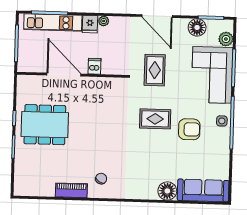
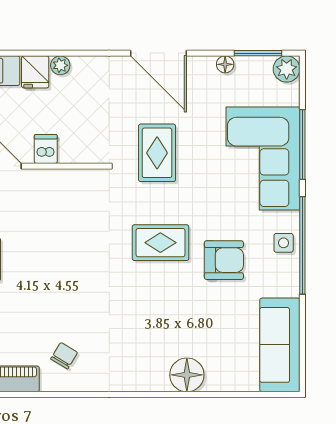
floor lamp: (197, 27) -> (225, 64), width x0.53, depth x0.53
plant: (226, 39) -> (287, 69), moved
sofa: (203, 190) -> (280, 345), moved, turned -90

